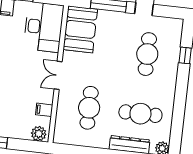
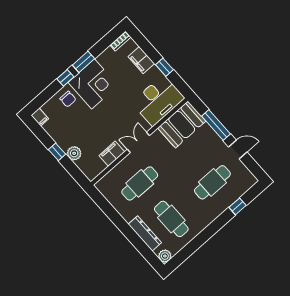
filing cabinet: (44, 110) -> (112, 154), width x2.00
plant: (39, 134) -> (74, 153), moved

